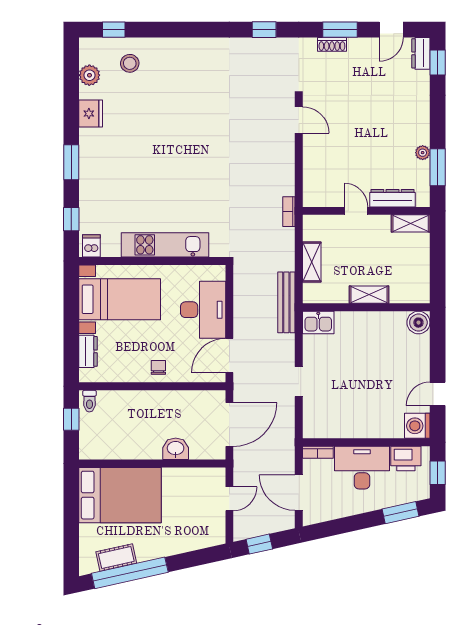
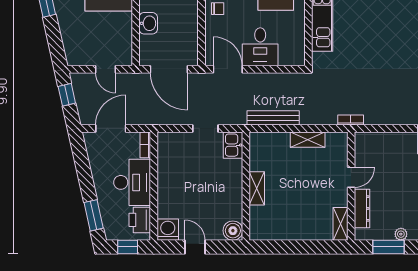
shelving: (369, 295) -> (257, 188), moved
wall: (366, 307) -> (246, 186), moved
desk: (203, 310) -> (260, 47), width x0.73
kitchen sink: (318, 322) -> (233, 145), moved
boiler: (418, 323) -> (233, 231), moved

